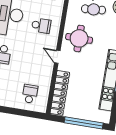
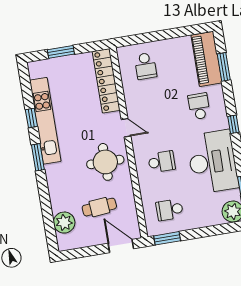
school desk: (41, 26) -> (162, 162), turned 180
window: (84, 123) -> (61, 52), width x0.47

